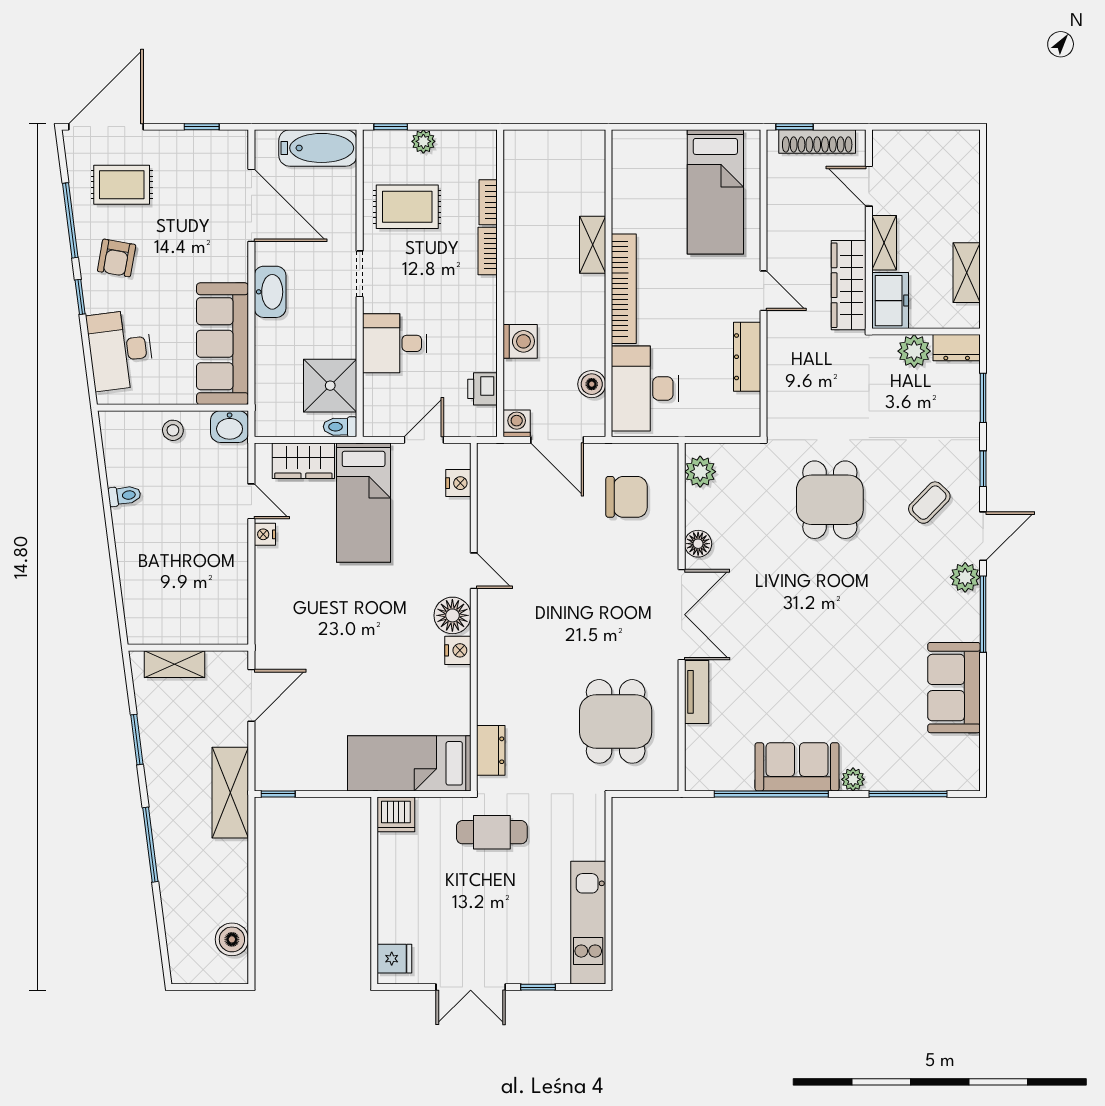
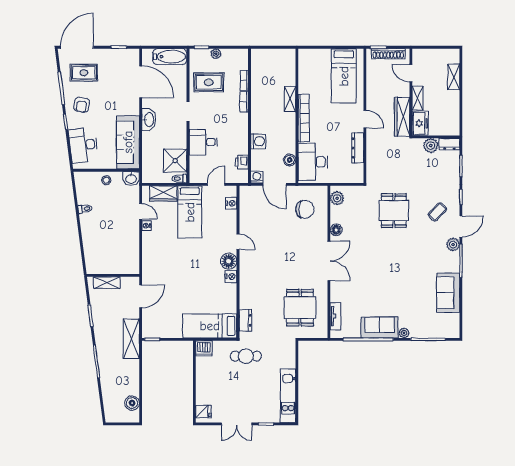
shelving: (967, 273) -> (454, 77), moved
tv unit: (697, 692) -> (335, 316), moved

